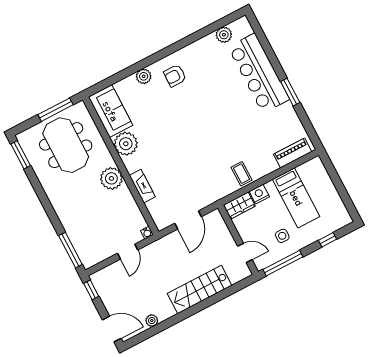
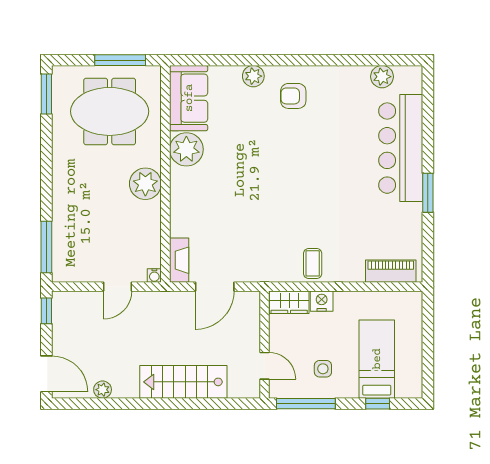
meeting table: (66, 145) -> (110, 111), turned 90
fireplace: (142, 186) -> (179, 260), moved
bed: (296, 198) -> (377, 359), moved, turned 180

